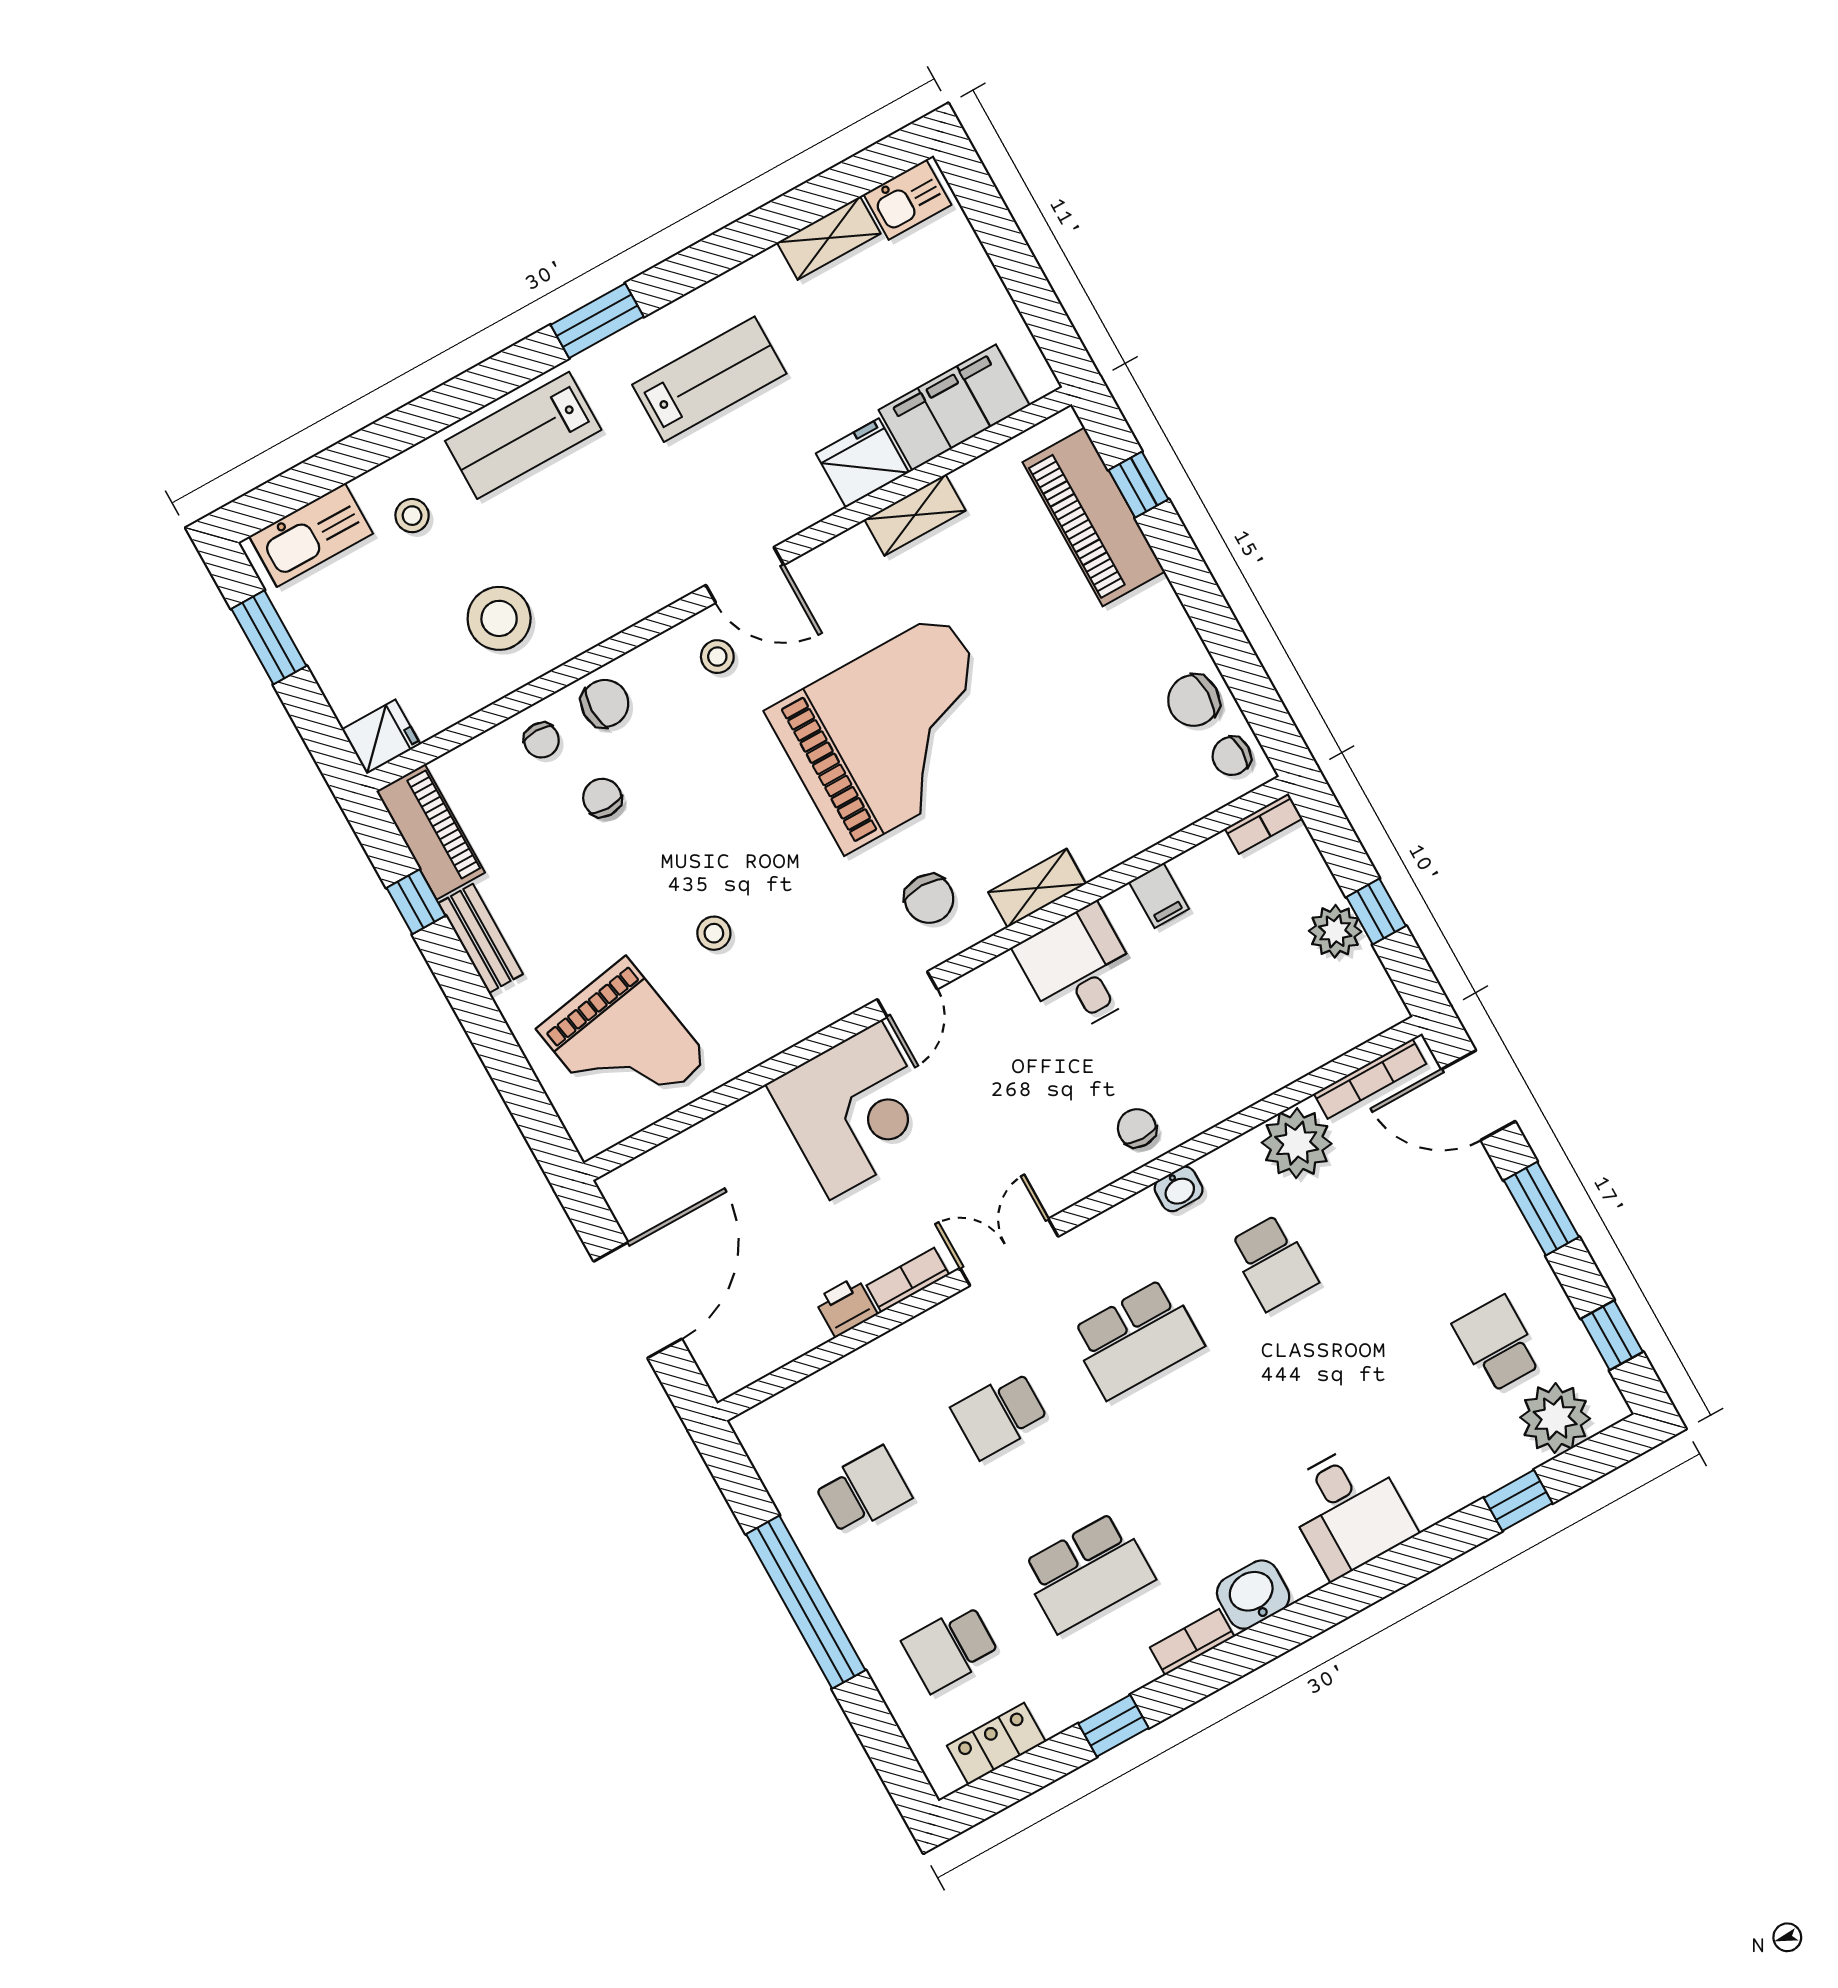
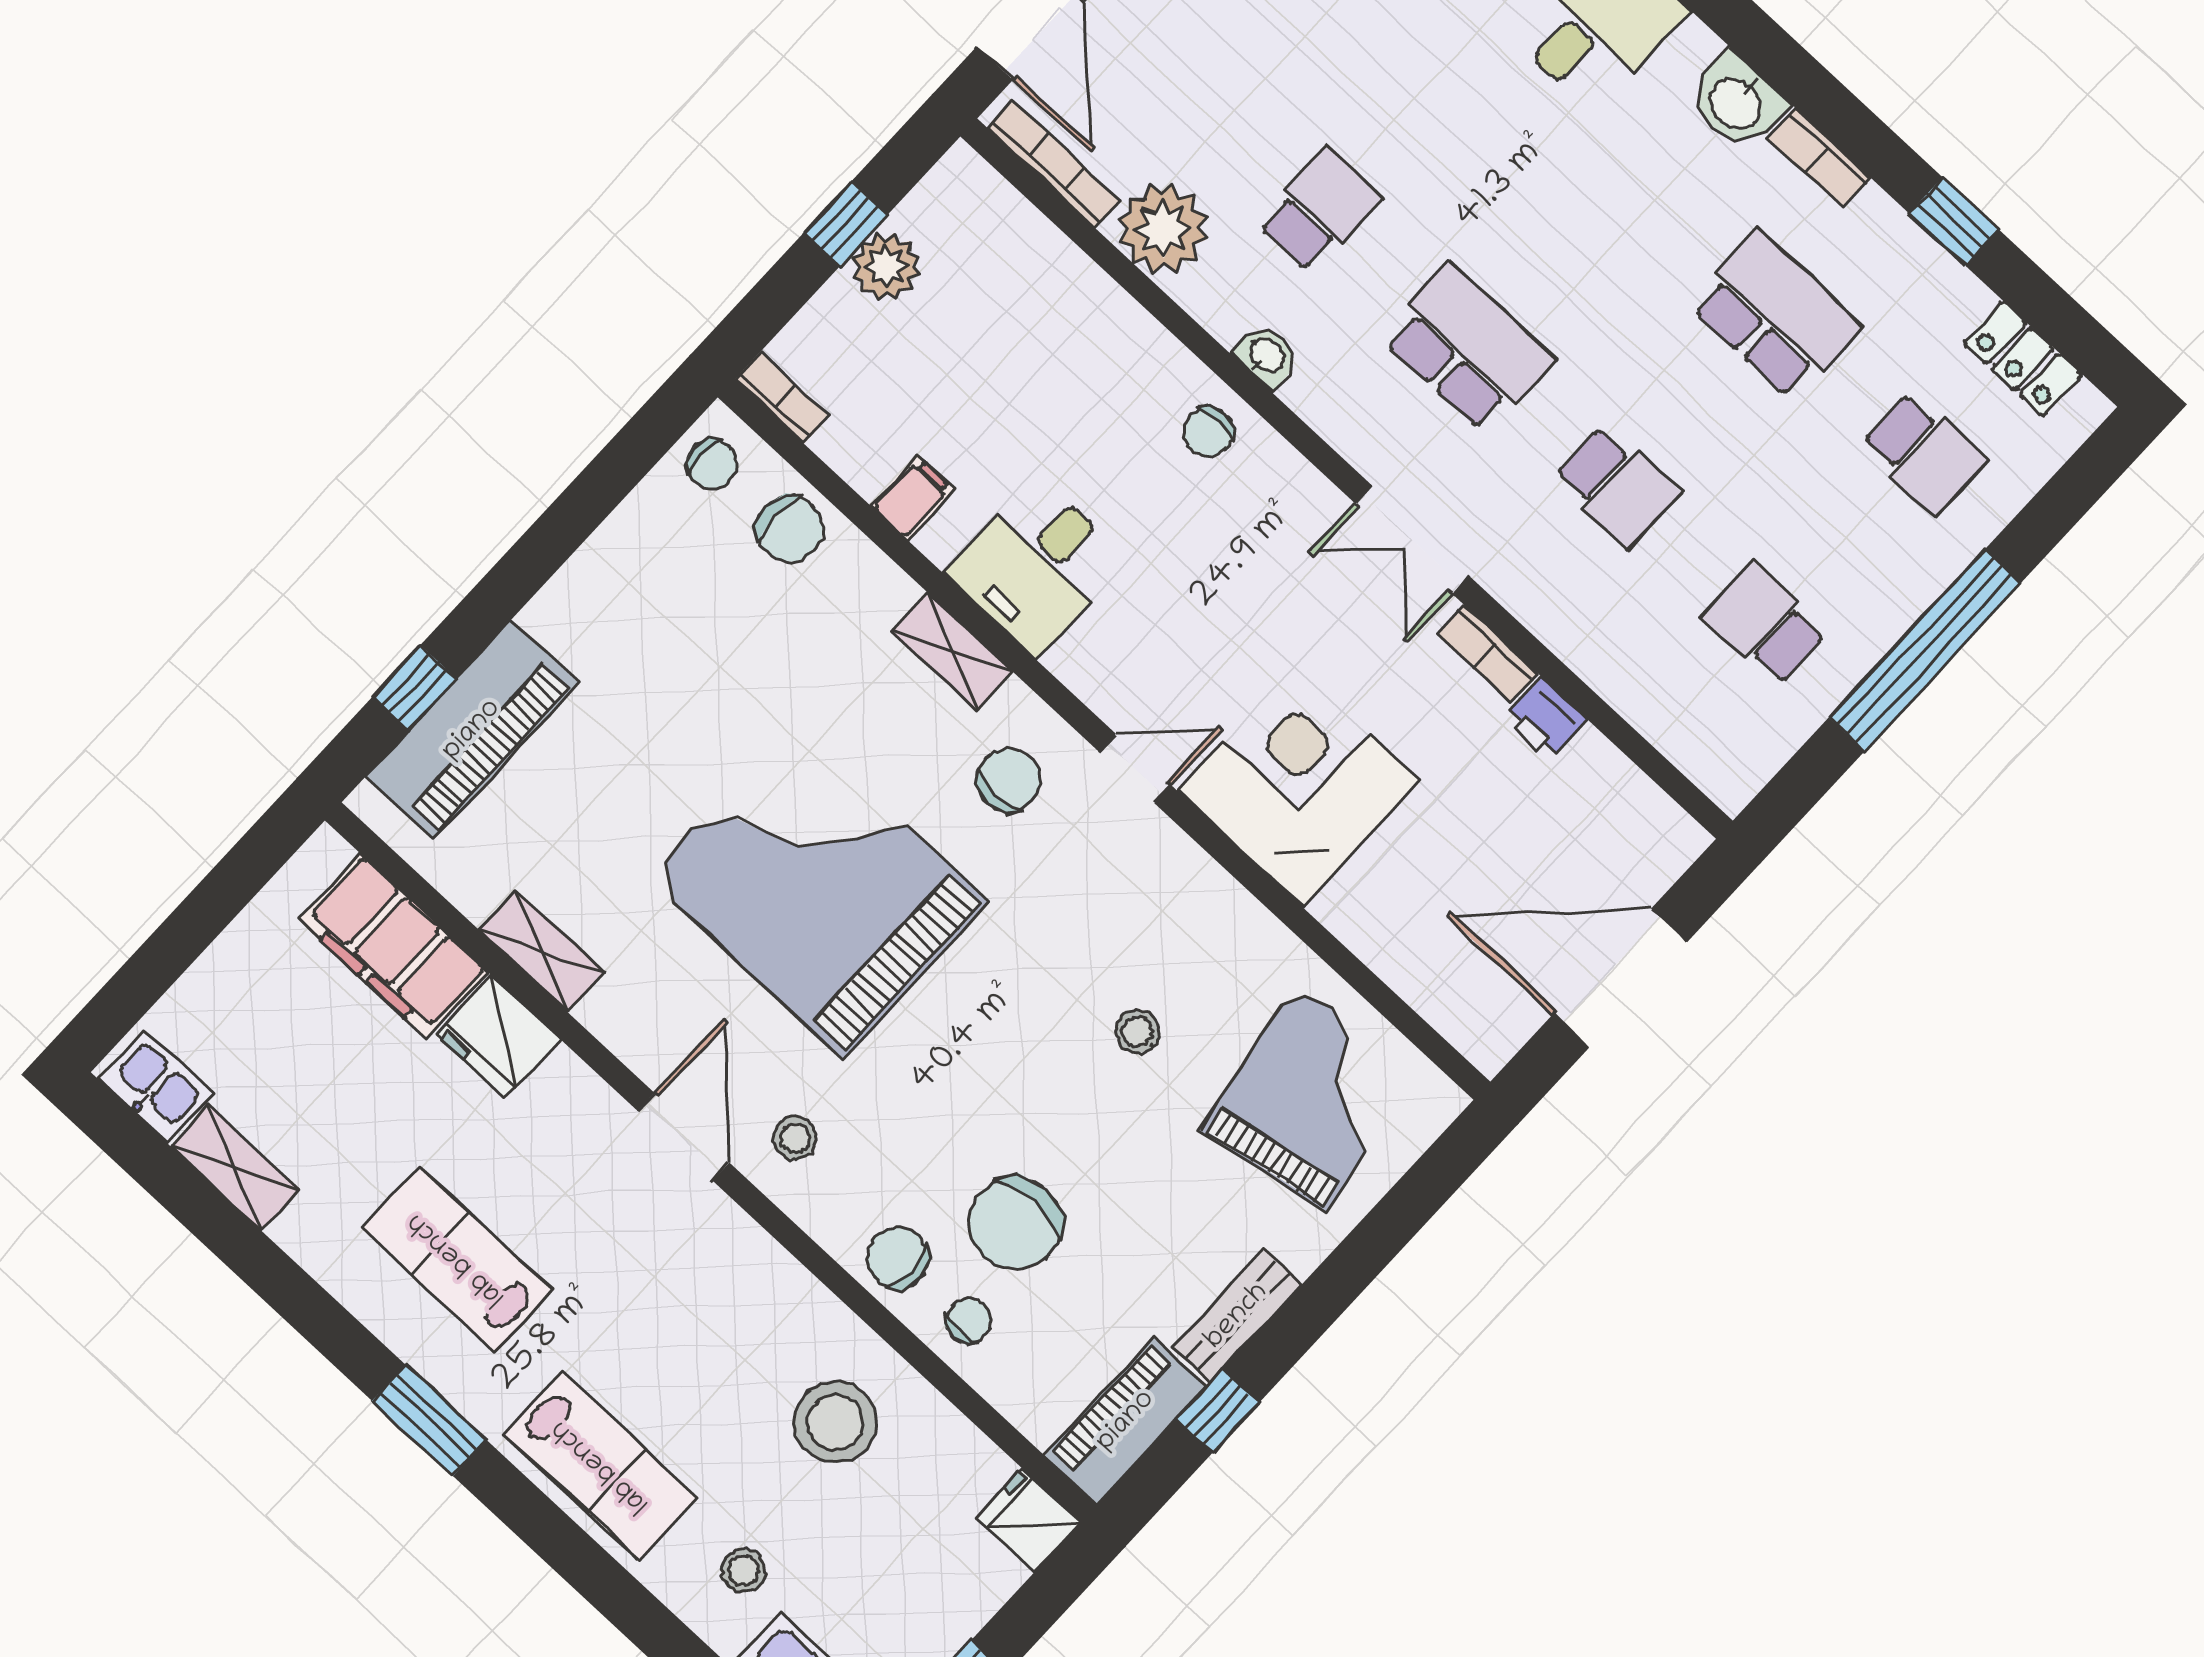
chair: (1194, 700) -> (790, 529), moved
chair: (602, 798) -> (1015, 1223), width x1.87, depth x1.87

